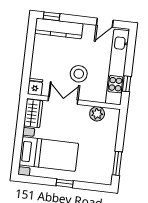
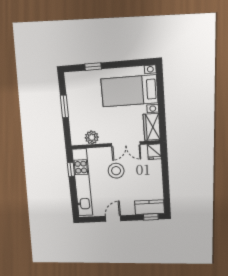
door: (105, 23) -> (113, 219), moved
kitchen counter: (59, 28) -> (149, 207), width x0.67
window: (117, 163) -> (64, 106), moved
window: (65, 183) -> (93, 67), moved

